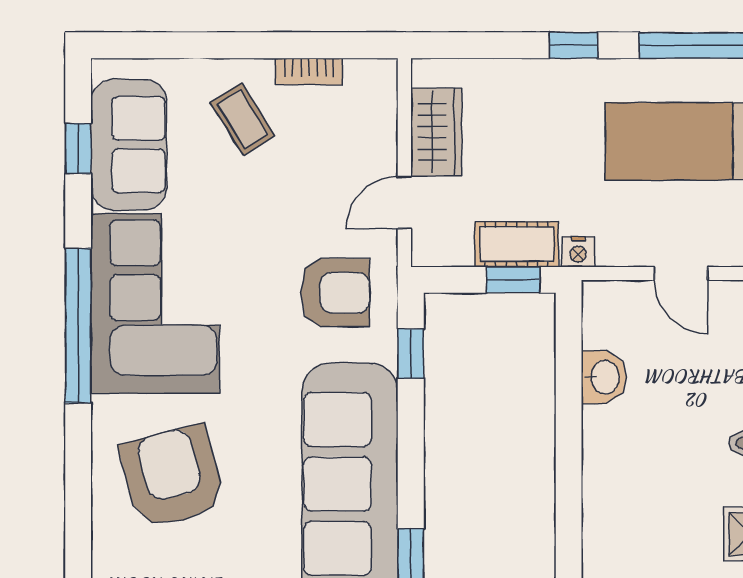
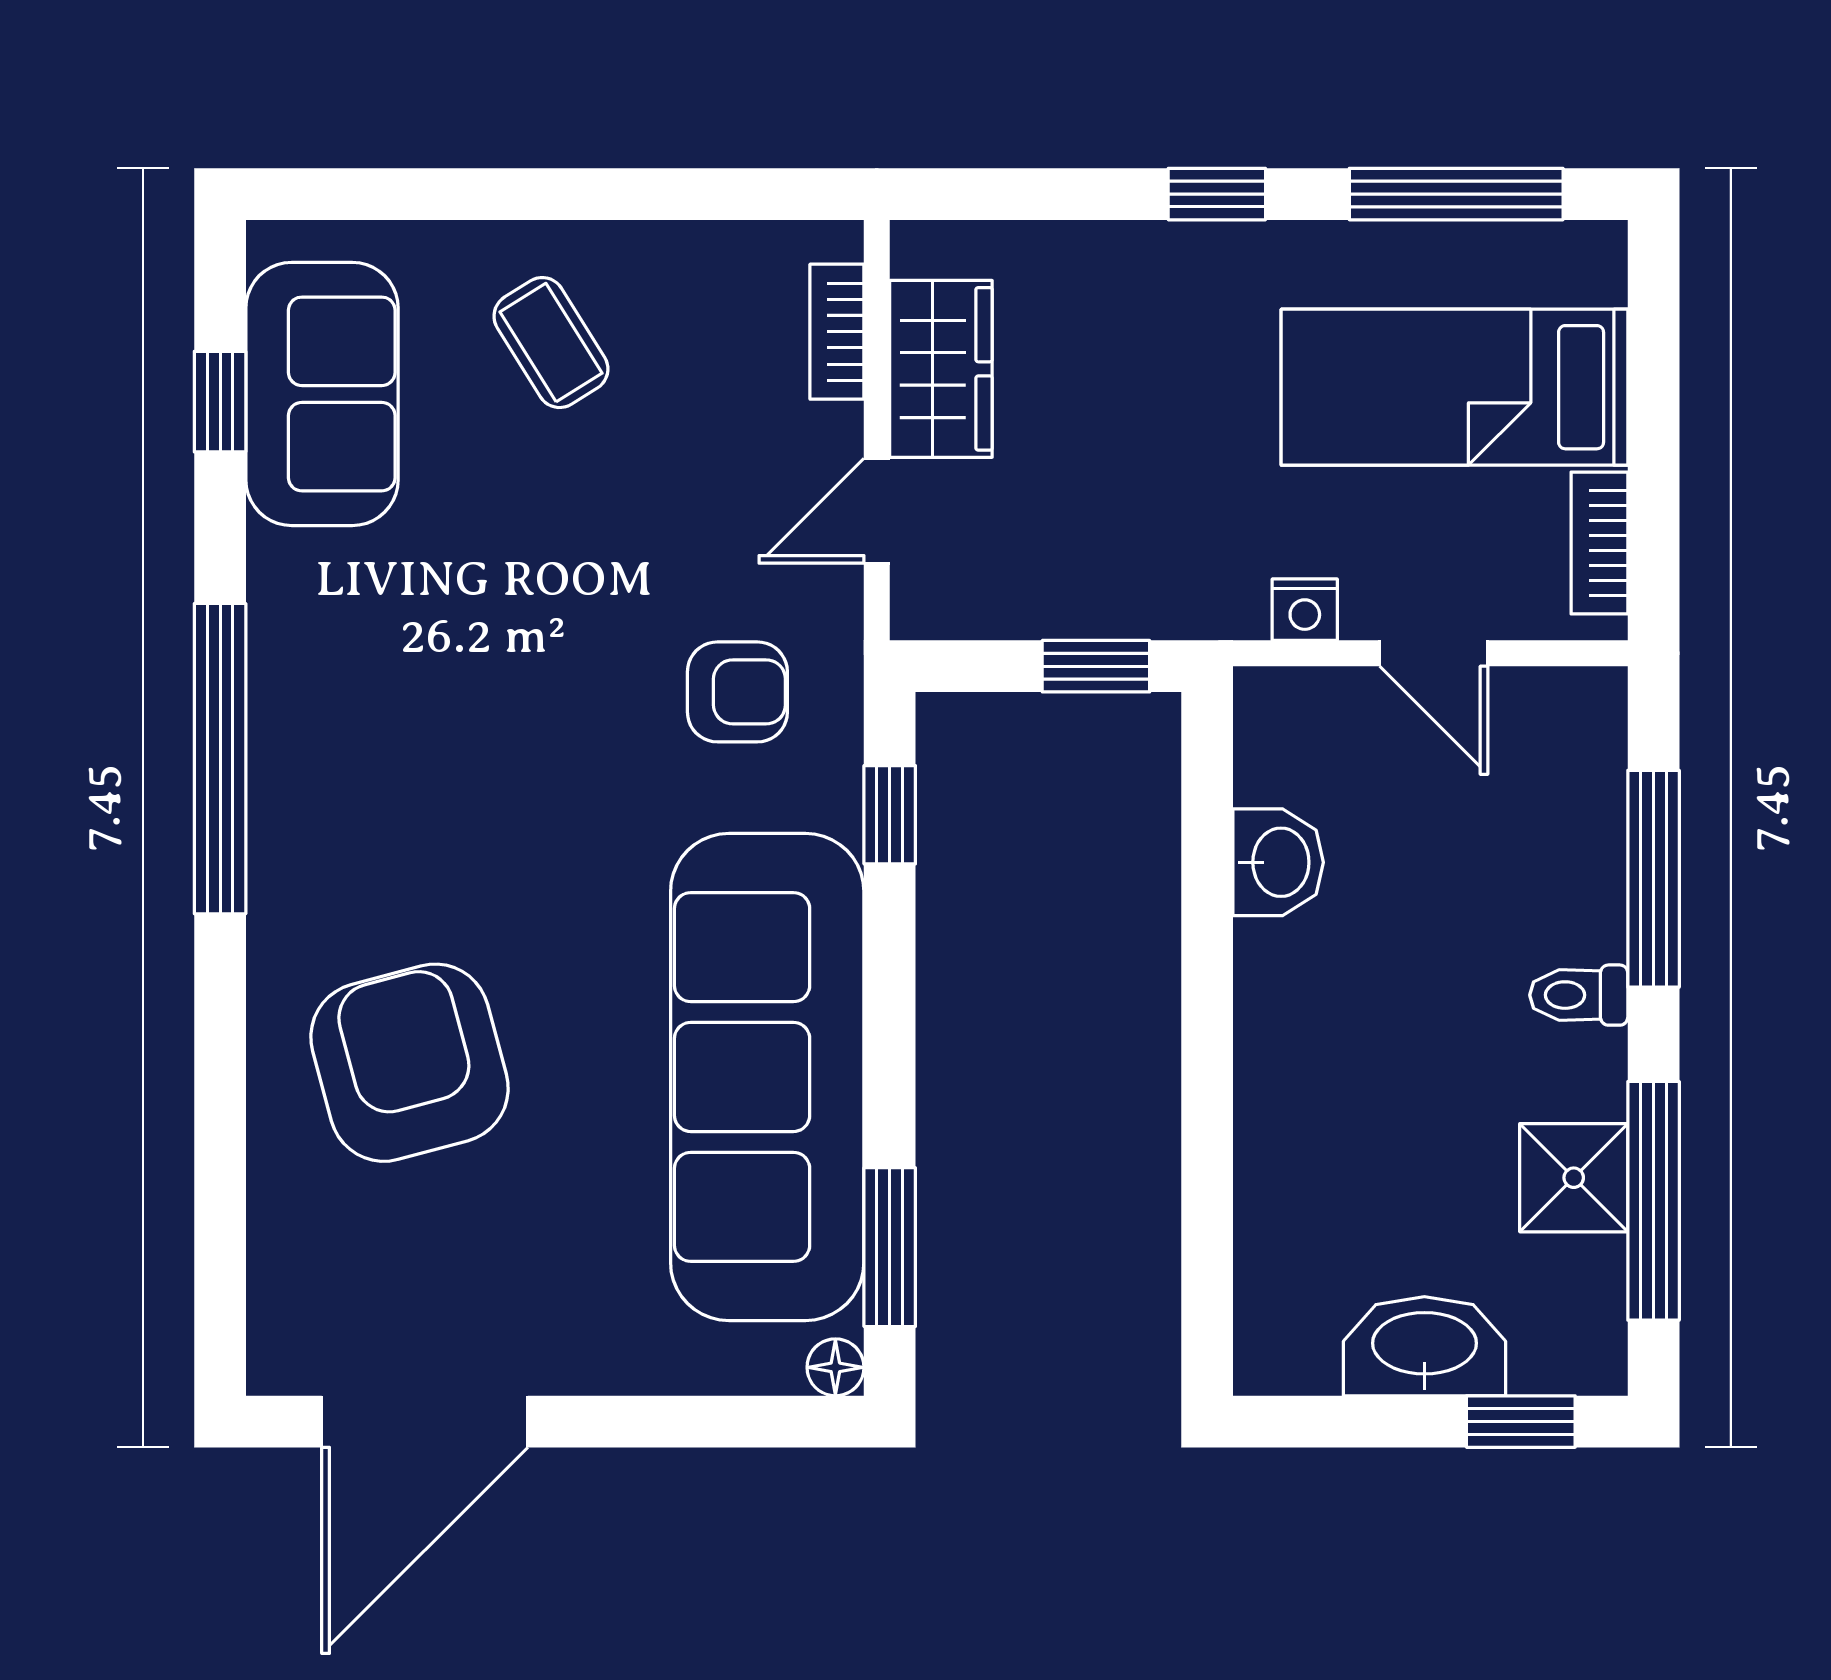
bookcase: (309, 71) -> (837, 332), moved, turned 90
cot: (517, 244) -> (1103, 595), removed
nightstand: (578, 252) -> (1305, 610), moved
armchair: (335, 293) -> (737, 692), width x0.72, depth x0.72
corner sofa: (155, 303) -> (375, 714), removed

